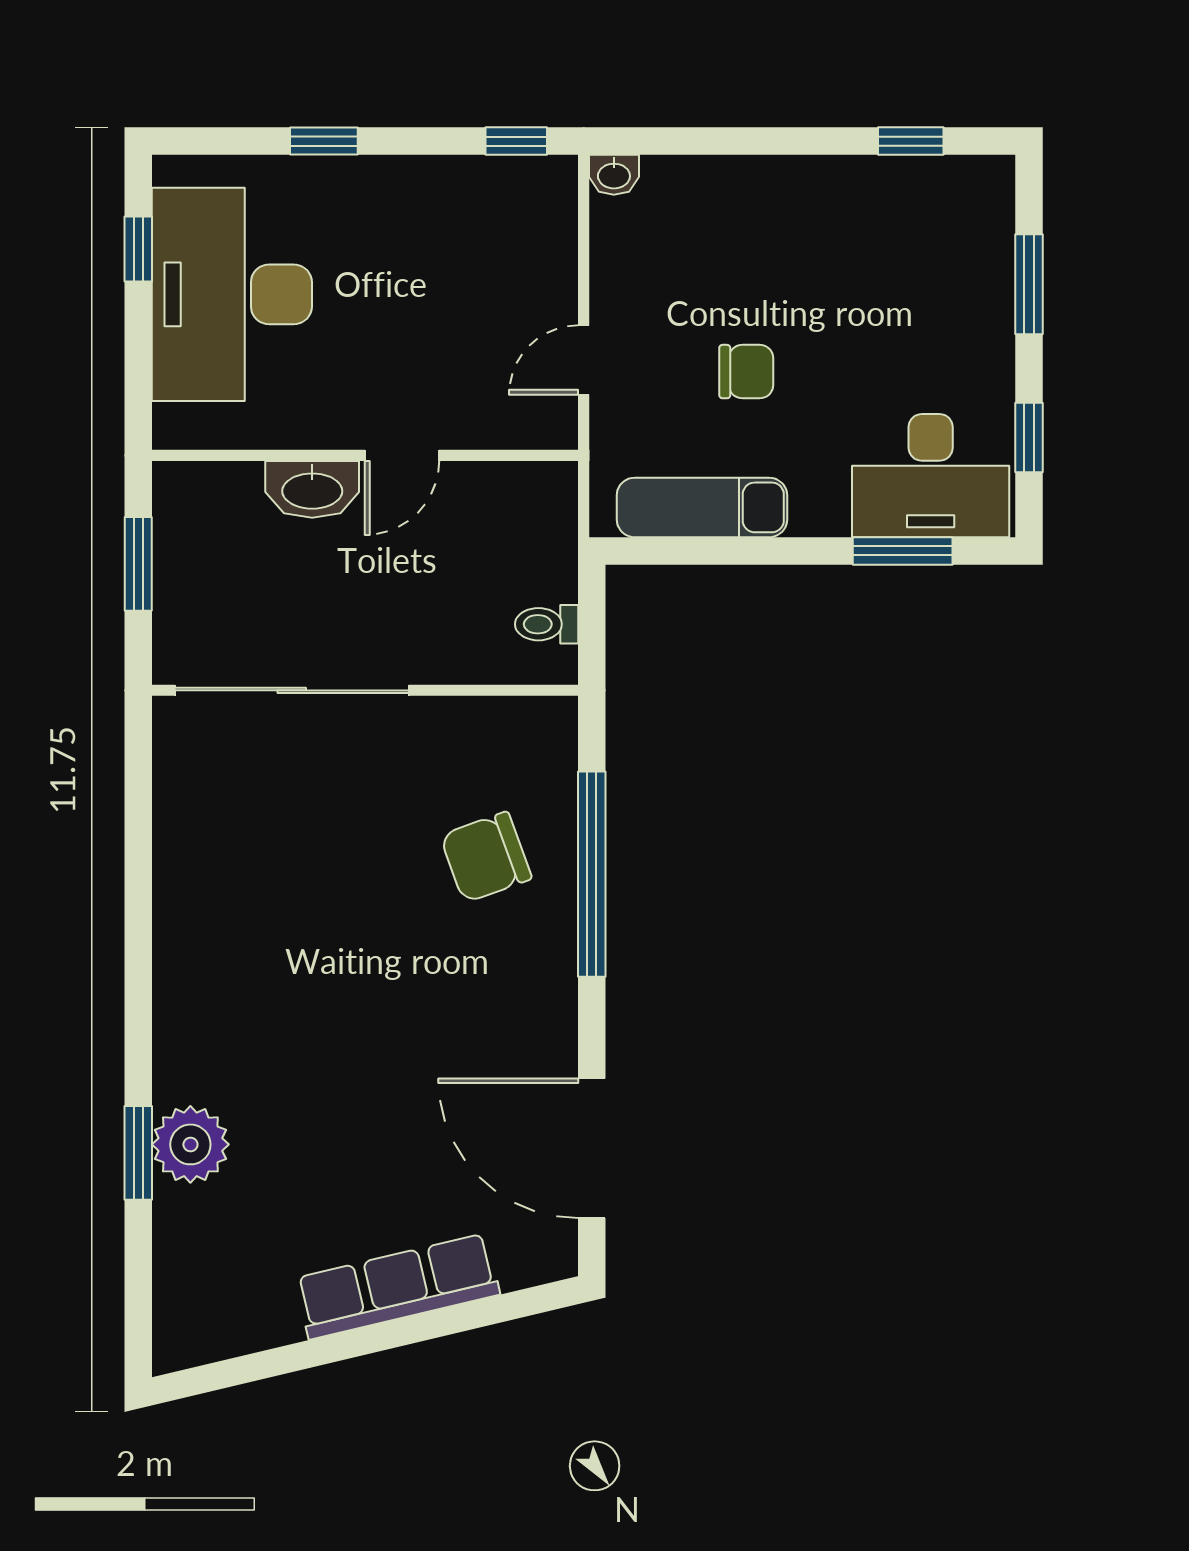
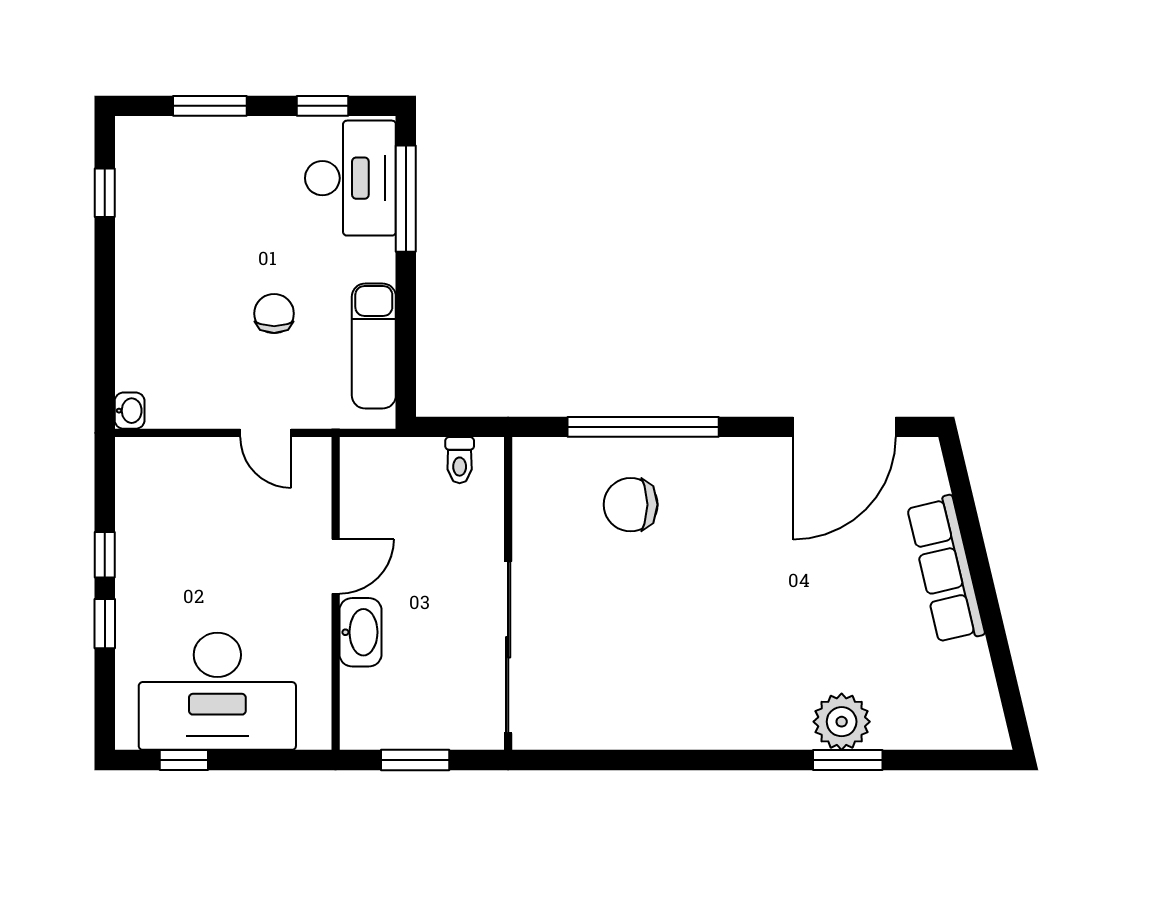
window: (516, 141) -> (105, 555), moved
door: (402, 455) -> (336, 566), hinge flipped
window: (903, 551) -> (406, 199), width x1.44
chair: (486, 857) -> (631, 505), turned 110

